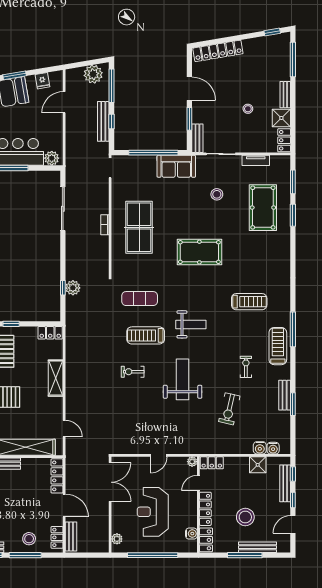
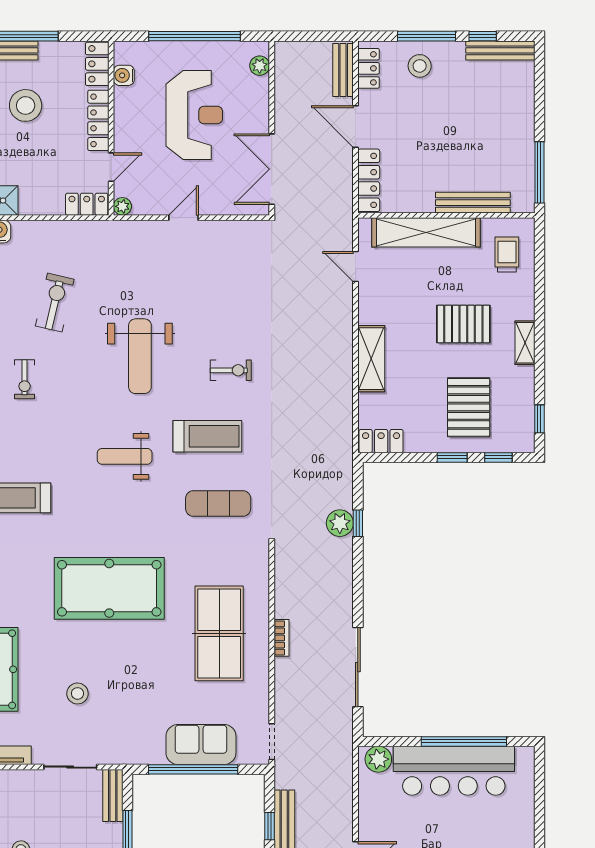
sofa: (176, 166) -> (201, 745), moved
pool table: (199, 252) -> (109, 588), width x1.36, depth x1.32

